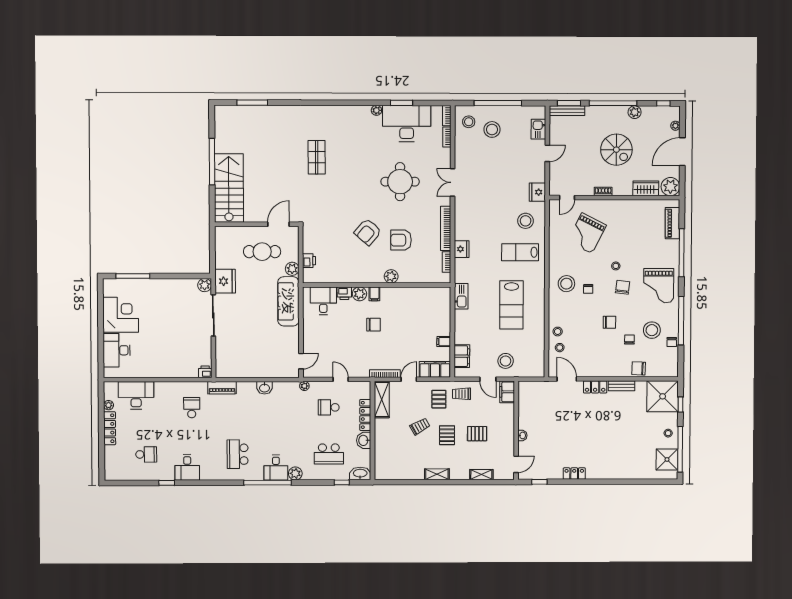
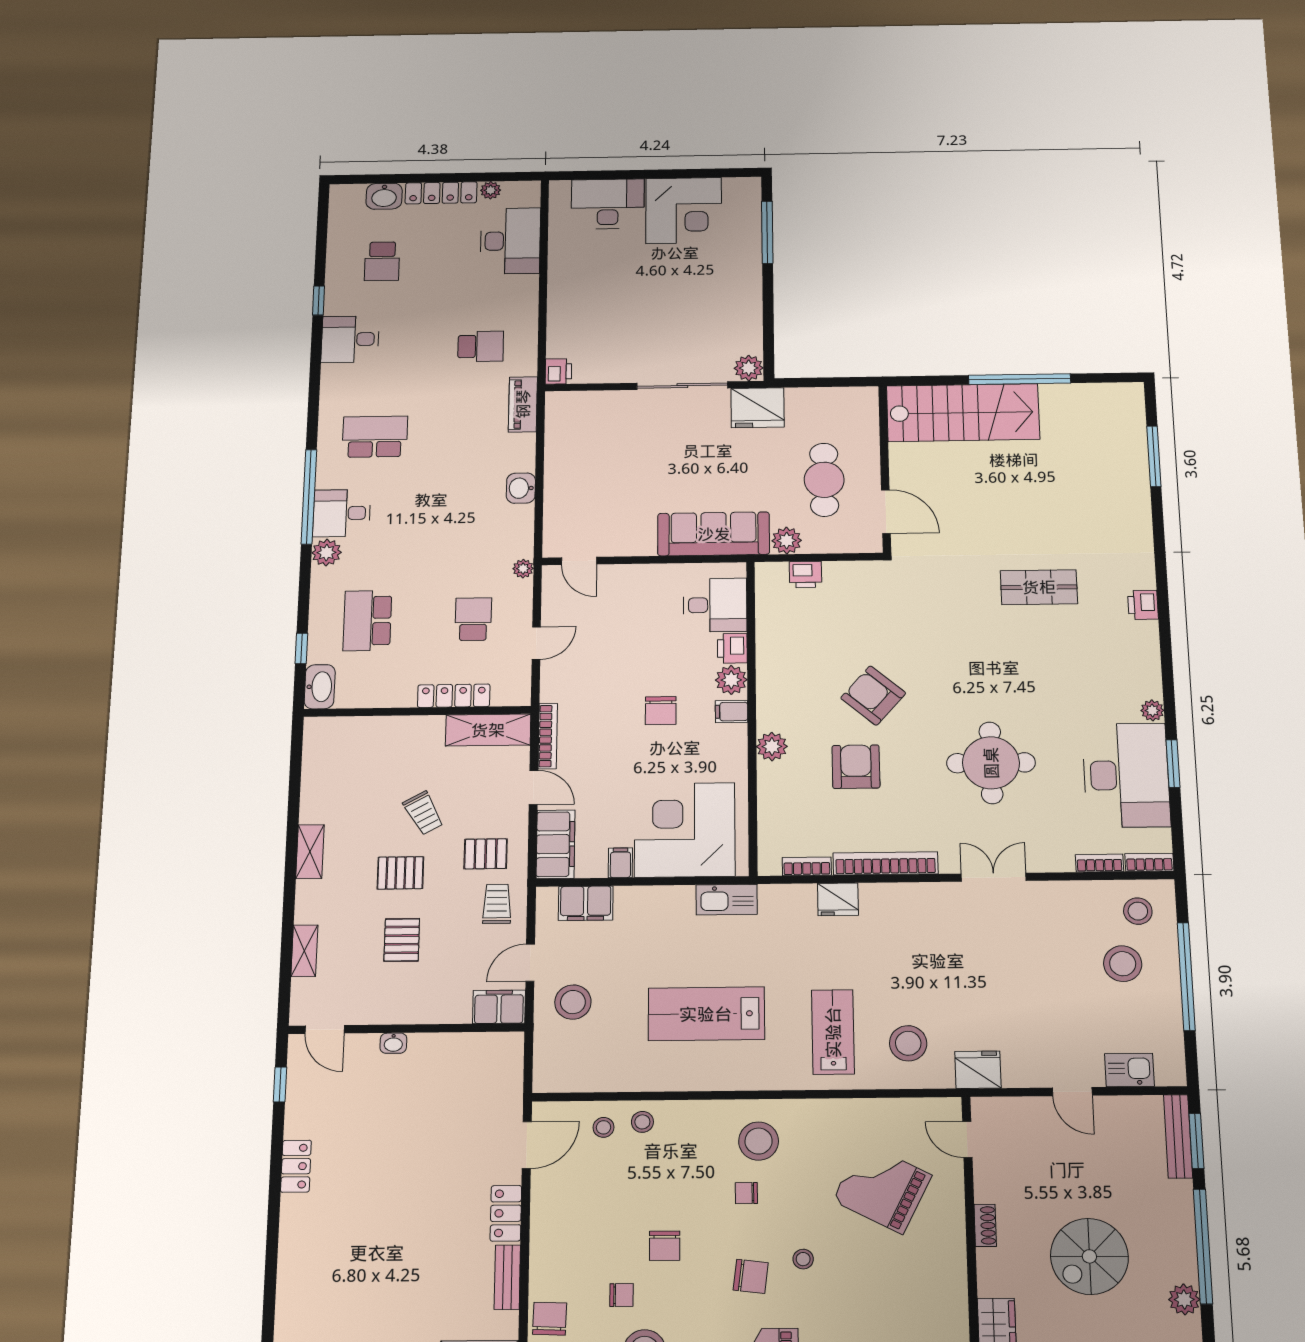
printer: (326, 112) -> (1143, 605), added
corner desk: (429, 314) -> (685, 830), added
washbasin: (364, 440) -> (384, 196), moved, turned 180

